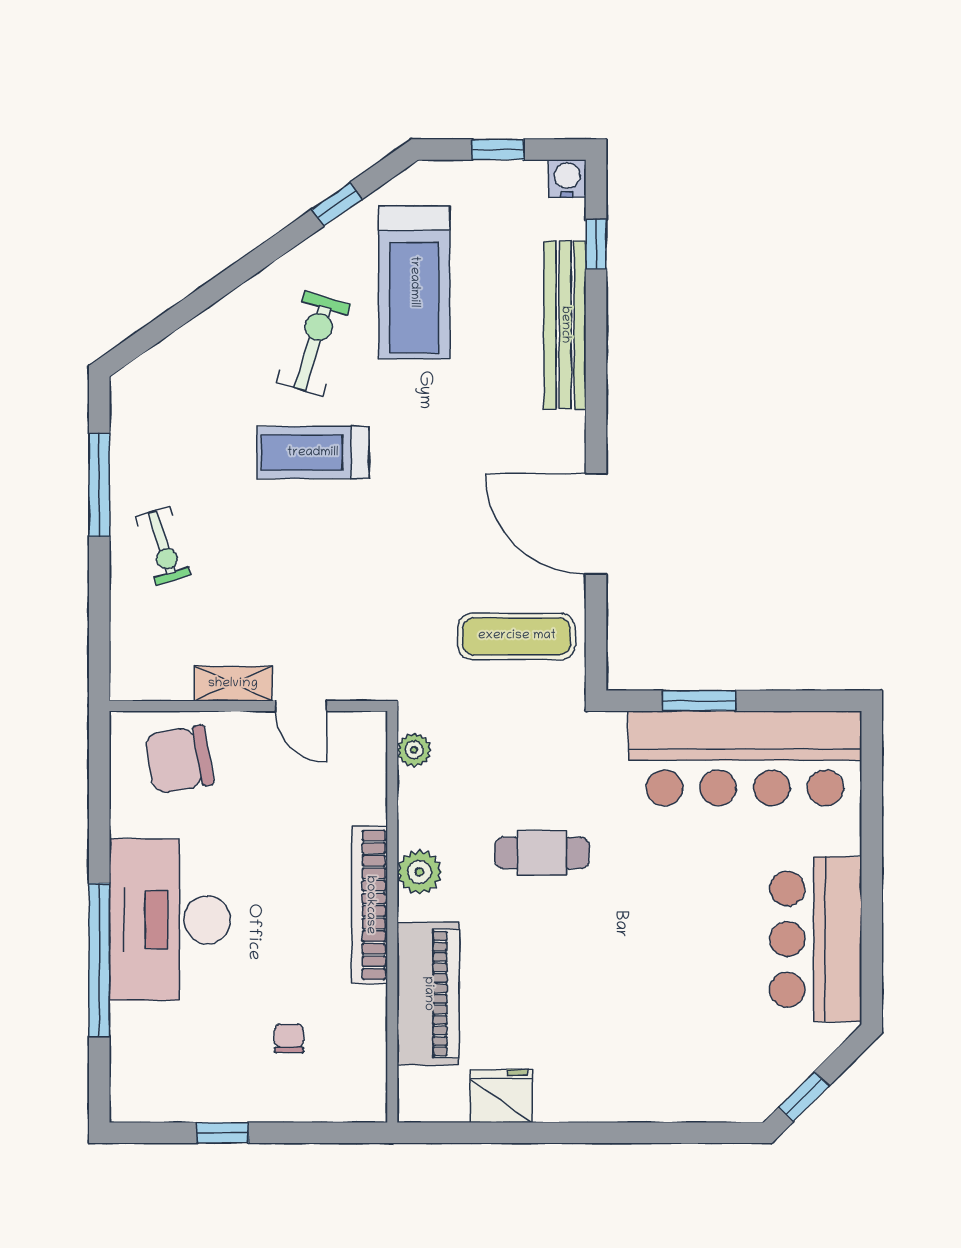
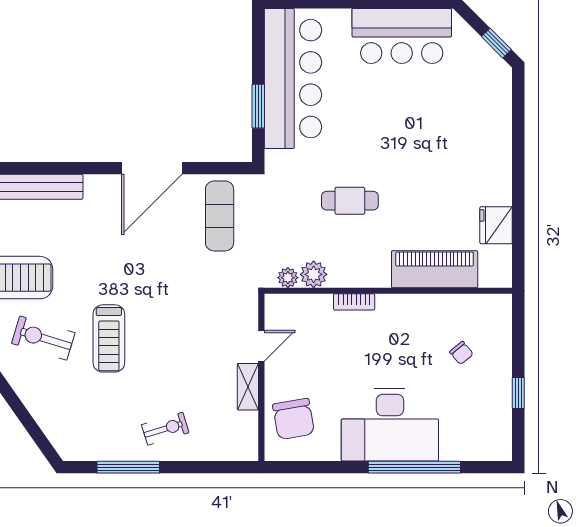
cafe table: (542, 853) -> (350, 201), turned 90
plant: (420, 872) -> (314, 274), moved
bookcase: (370, 905) -> (354, 302), width x0.43, depth x0.76
chair: (289, 1038) -> (461, 353), turned -130

